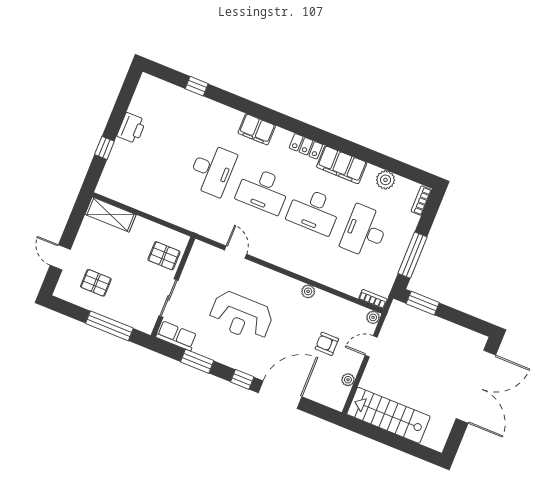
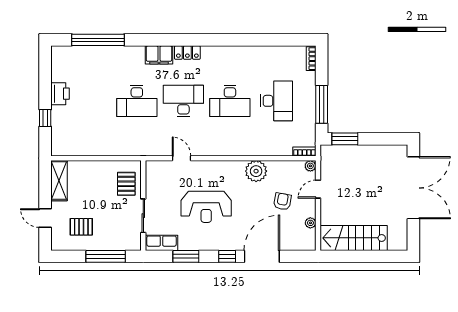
window: (197, 86) -> (98, 40), width x3.17
locker: (306, 146) -> (187, 53), moved
filing cabinet: (342, 165) -> (237, 56), removed
desk: (212, 170) -> (137, 101), turned 90
plant: (386, 180) -> (276, 54), removed
desk: (263, 190) -> (183, 101), turned 180
shelving: (110, 215) -> (59, 181), moved, turned 90
desk: (365, 231) -> (276, 101), turned 180
pallet: (164, 256) -> (126, 184), turned 90
plant: (308, 291) -> (256, 171), width x1.87, depth x1.87
armchair: (327, 344) -> (282, 201), turned 100

